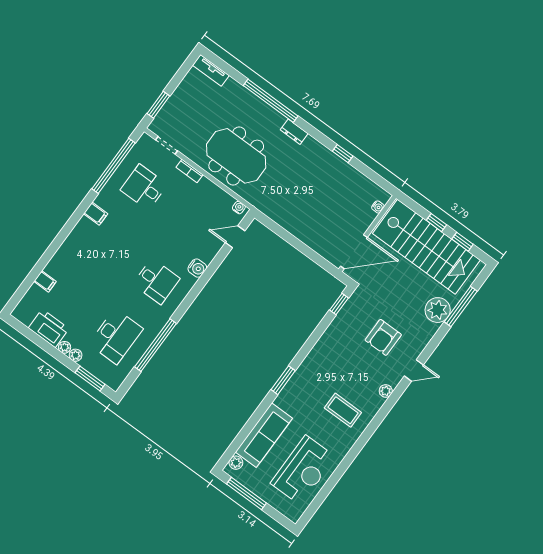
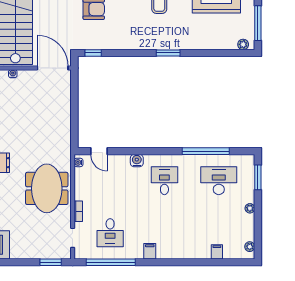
printer: (49, 328) -> (245, 227), removed
plant: (76, 355) -> (250, 247), moved
sofa: (264, 435) -> (212, 39), removed

